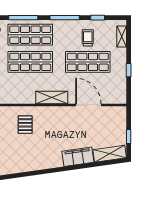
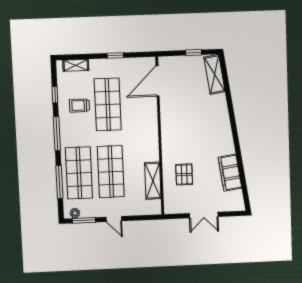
shelving: (52, 98) -> (153, 181), moved
door: (88, 105) -> (158, 81), moved
pallet: (25, 125) -> (184, 174), turned 90
filing cabinet: (78, 157) -> (230, 173), moved

